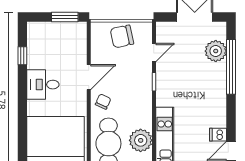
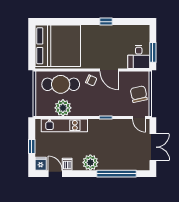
plant: (216, 51) -> (90, 162), moved
door: (154, 52) -> (139, 117), moved
window: (22, 56) -> (106, 22), moved
desk: (43, 85) -> (139, 57), moved, turned 180

